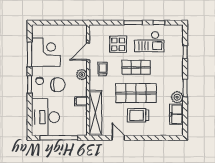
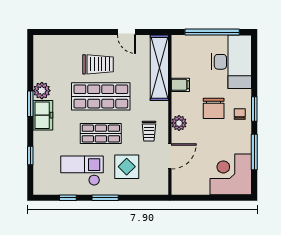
corner desk: (46, 52) -> (231, 174), moved, turned 90
chair: (58, 85) -> (214, 108), turned -90
freezer: (176, 114) -> (43, 115), moved

